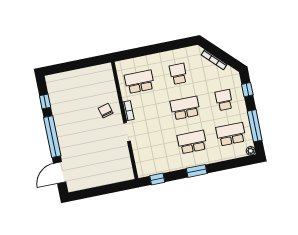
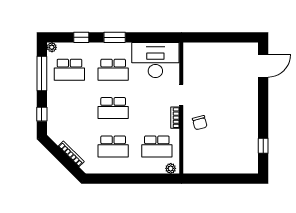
plant: (123, 65) -> (171, 168), added
school desk: (178, 74) -> (113, 146), width x1.85
school desk: (224, 100) -> (69, 108), removed
window: (52, 137) -> (263, 106), removed
desk: (156, 158) -> (155, 60), added
window: (157, 179) -> (81, 37), moved

